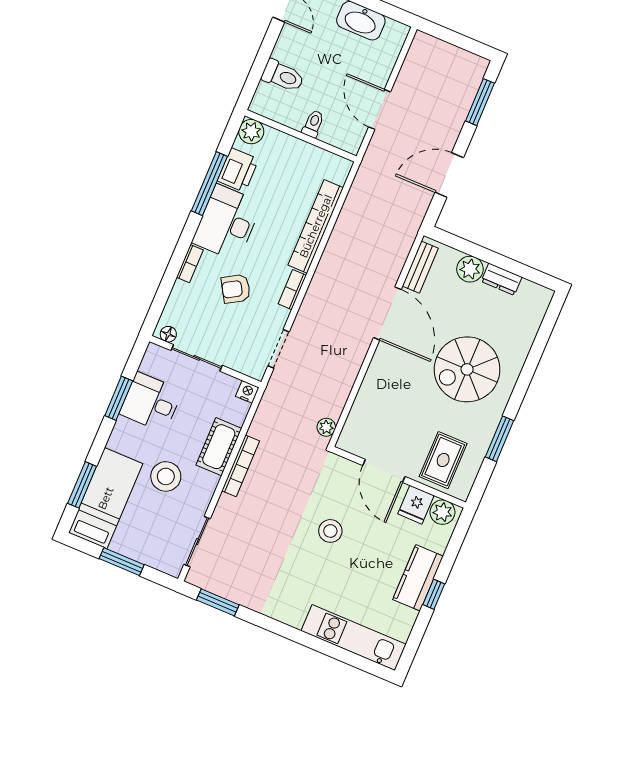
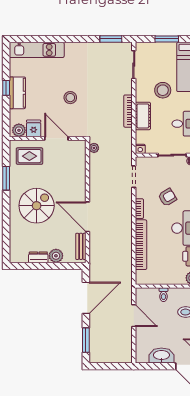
door: (449, 175) -> (86, 298), width x1.36
rug: (443, 460) -> (29, 156), turned 90

